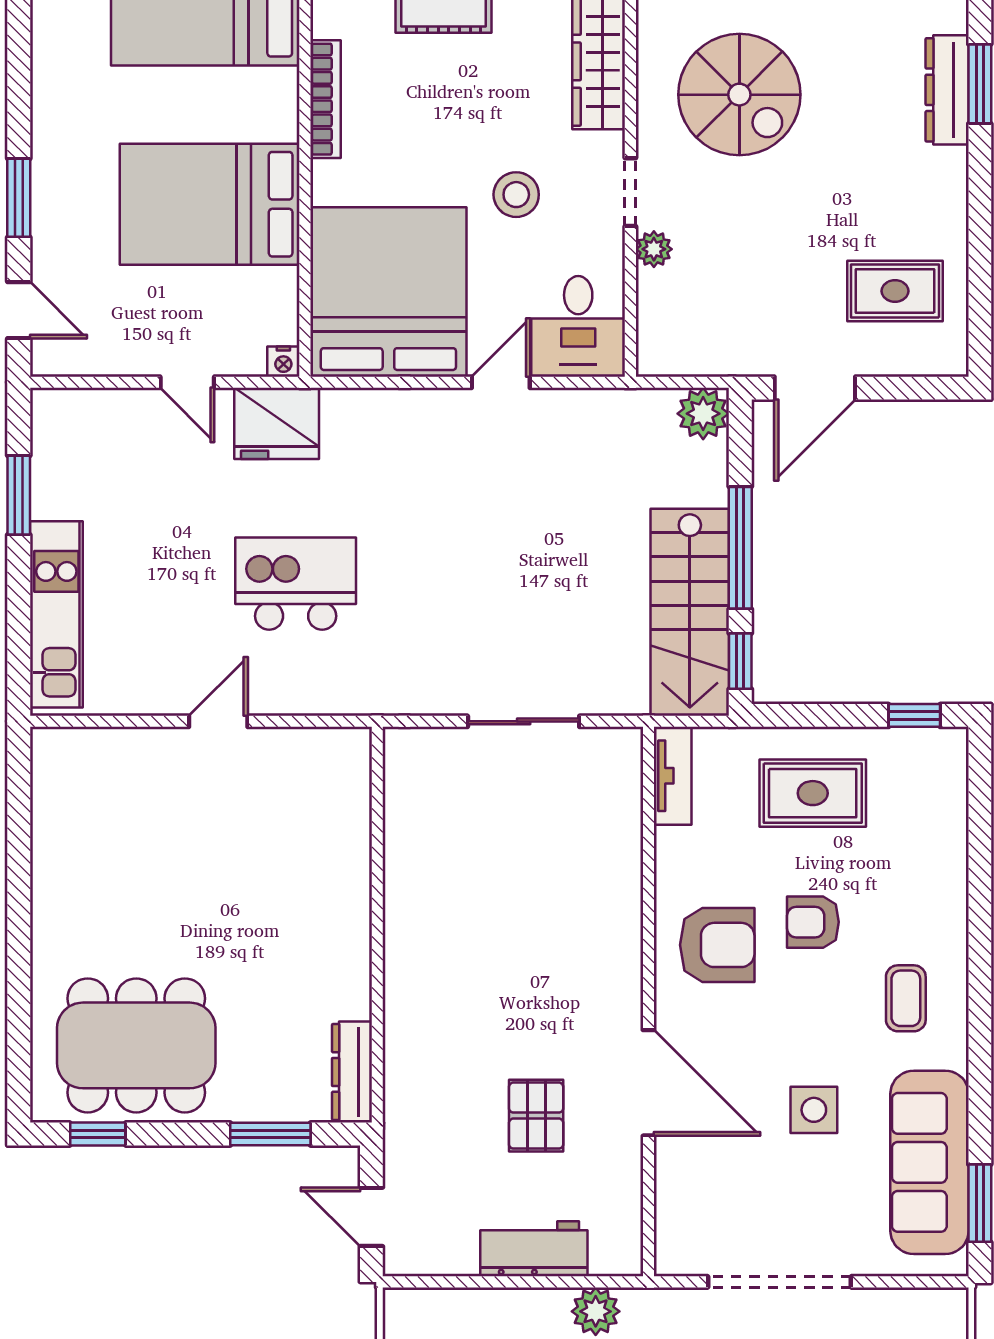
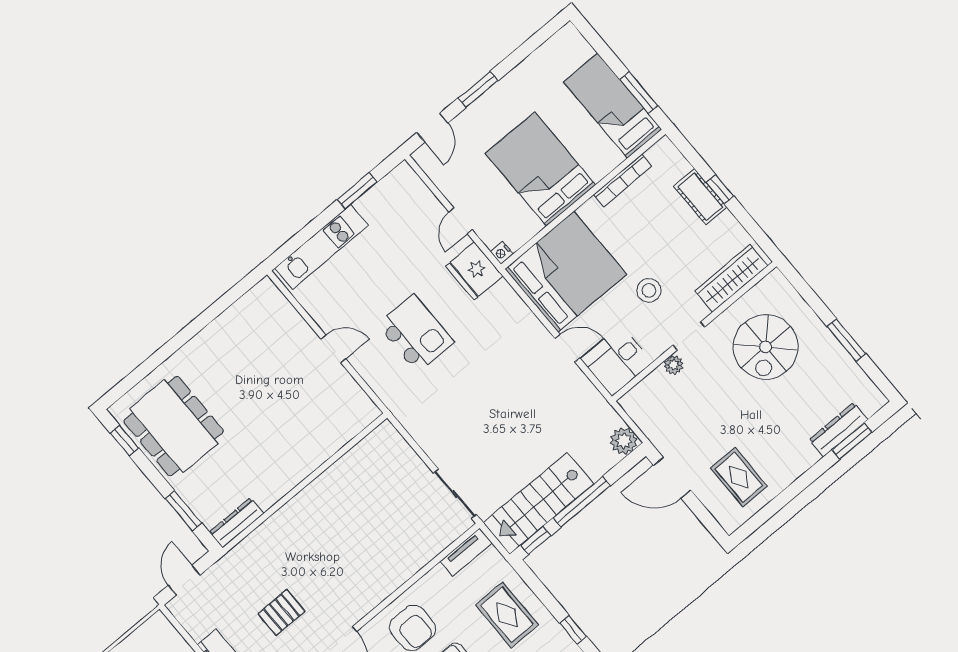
sliding door: (524, 721) -> (455, 494), moved

